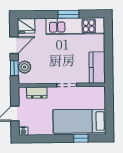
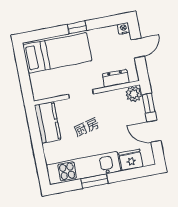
fridge: (26, 26) -> (131, 160), moved
door: (14, 45) -> (154, 131), hinge flipped
plant: (25, 67) -> (134, 94), moved
window: (81, 138) -> (77, 27), moved

